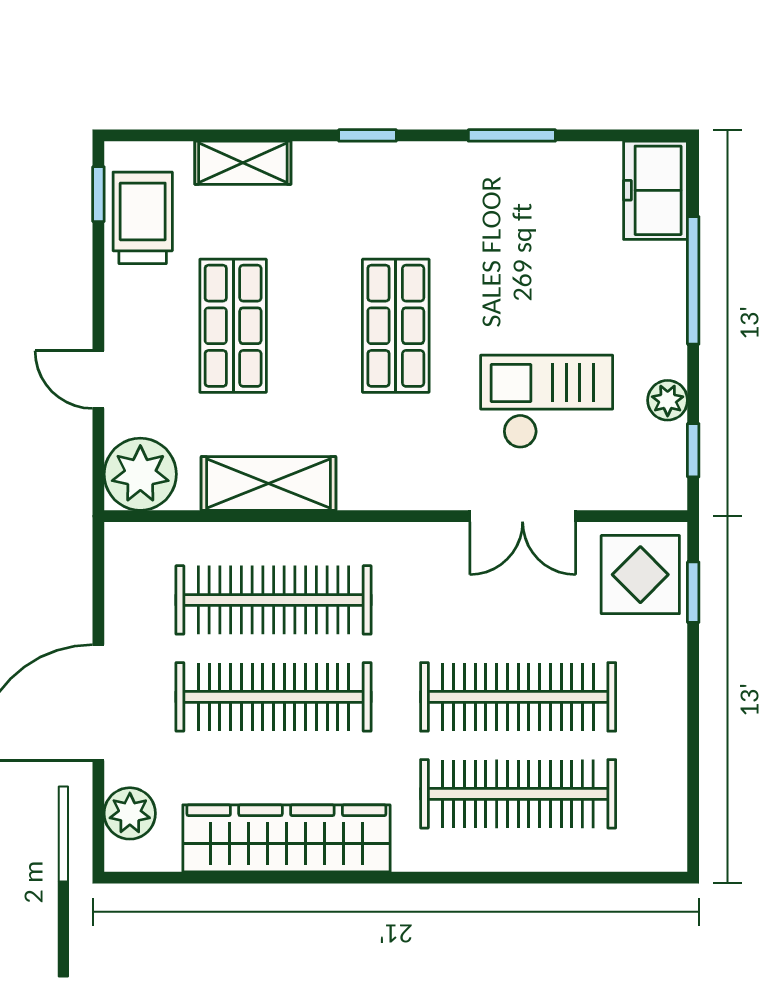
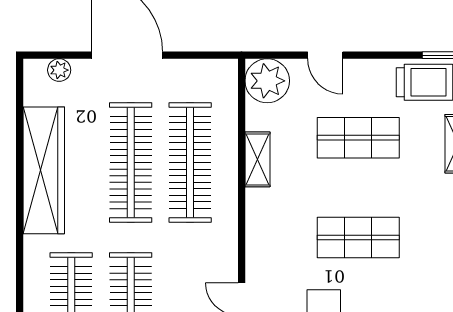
door: (98, 380) -> (325, 55), swing flipped
shelving: (269, 483) -> (257, 159), width x0.67, depth x0.75
plant: (130, 813) -> (59, 70), width x0.73, depth x0.73

